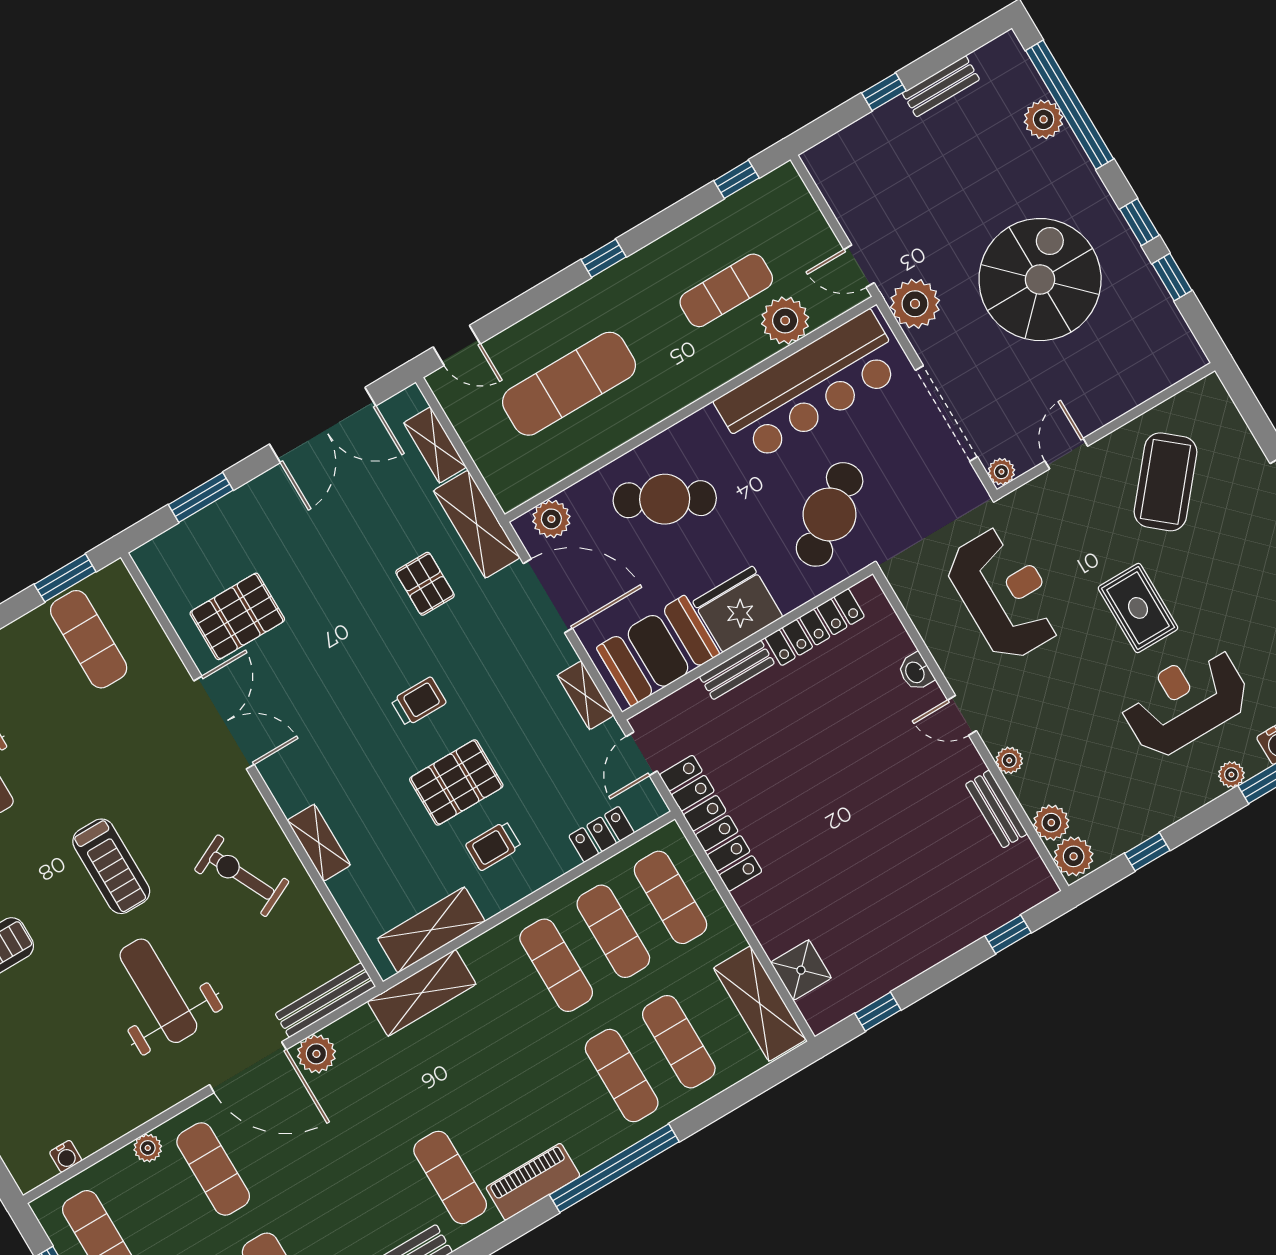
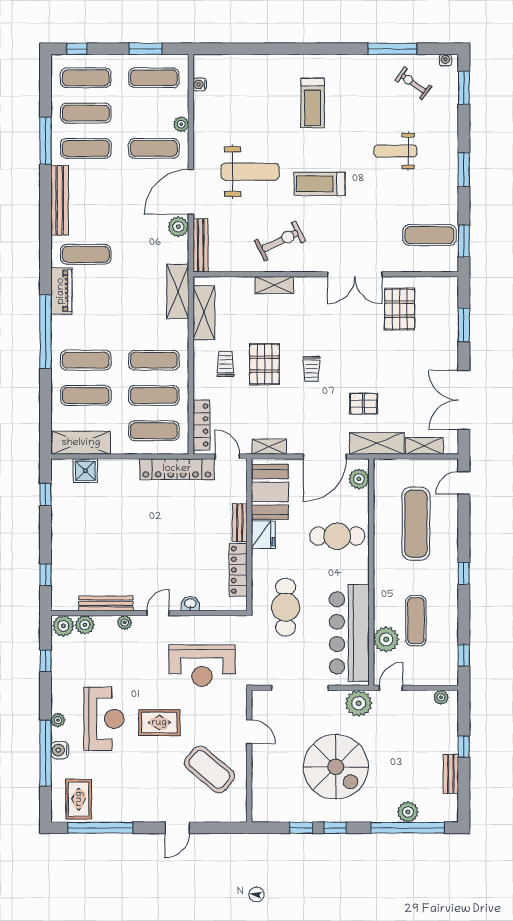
plant: (1001, 472) -> (441, 697), moved
cafe table: (665, 499) -> (337, 536), turned 61
cafe table: (830, 514) -> (286, 607), turned 36
fridge: (738, 609) -> (263, 535), width x0.73, depth x0.75
bench: (996, 809) -> (106, 603), width x1.36
locker: (602, 834) -> (201, 425), width x1.53

